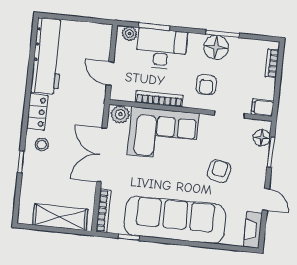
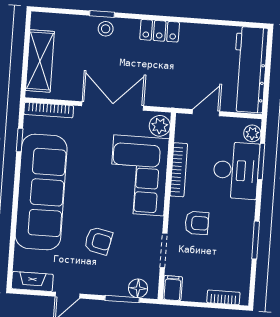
floor lamp: (216, 47) -> (240, 233), removed
workbench: (48, 56) -> (250, 70), moved, turned 90
armchair: (206, 85) -> (197, 223), turned 180
stool: (42, 145) -> (106, 29), moved

